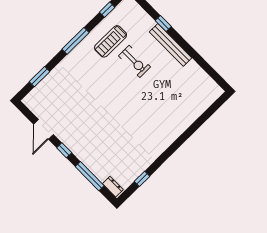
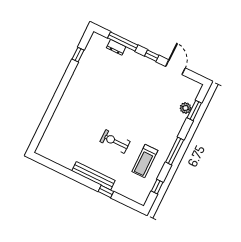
treadmill: (111, 41) -> (145, 161), turned 180
exercise bike: (135, 61) -> (115, 141), moved
plant: (48, 82) -> (185, 108), added
dresser: (113, 187) -> (116, 47), moved

